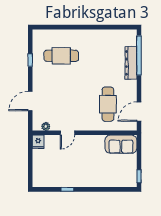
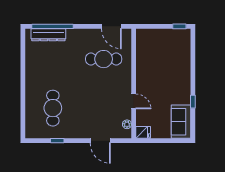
dresser: (131, 63) -> (48, 35), moved
sofa: (121, 144) -> (181, 122), moved, turned 180

